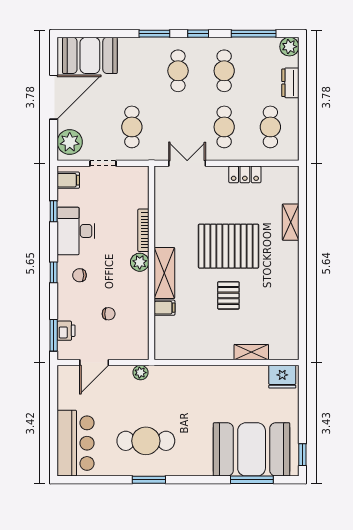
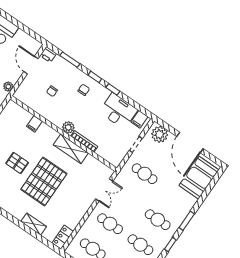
locker: (245, 174) -> (63, 237), moved
window: (54, 211) -> (113, 89), moved
desk: (76, 231) -> (118, 111), moved
shelving: (164, 273) -> (71, 149), moved
printer: (66, 331) -> (48, 55), moved
window: (54, 335) -> (70, 60), moved

